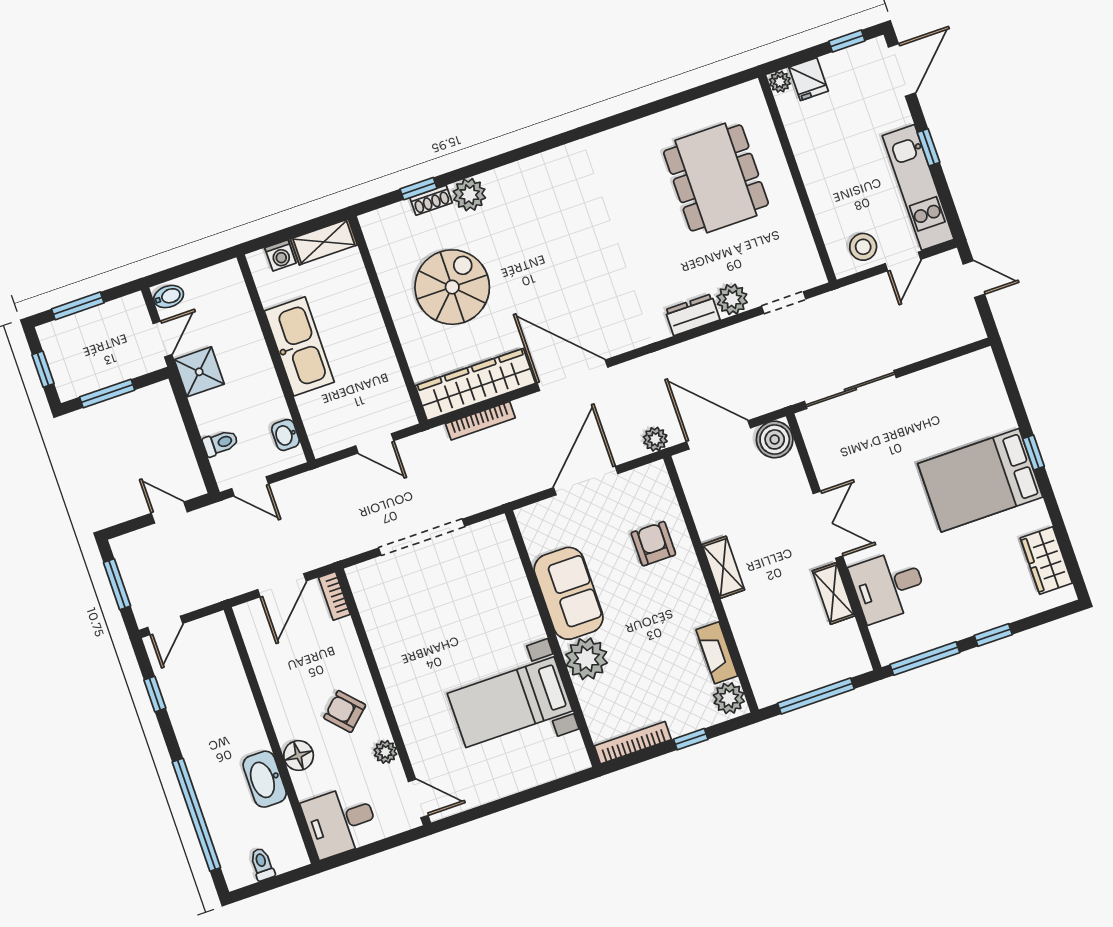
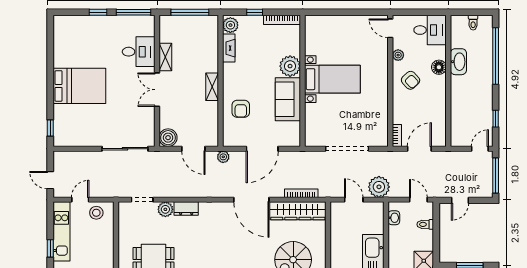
door: (718, 435) -> (193, 149), width x0.73
window: (1034, 452) -> (50, 128), moved
plant: (335, 485) -> (379, 187), added
door: (169, 513) -> (460, 200), hinge flipped
wardrobe: (1046, 561) -> (62, 38), removed
window: (117, 584) -> (496, 175), width x1.44
bed with nightstands: (510, 702) -> (332, 79), moved

